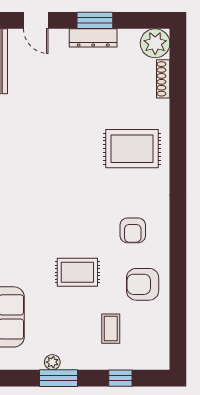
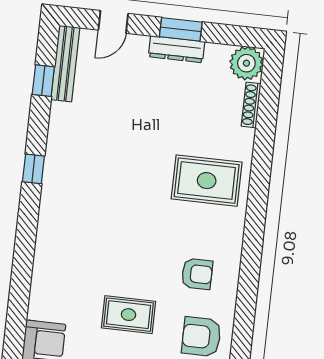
door: (36, 20) -> (113, 22), hinge flipped
armchair: (133, 230) -> (197, 274), turned -90

